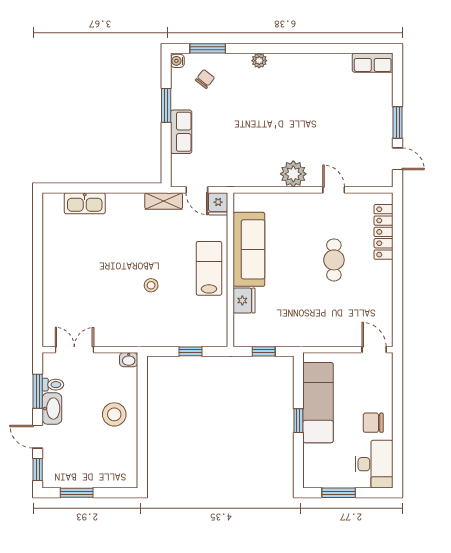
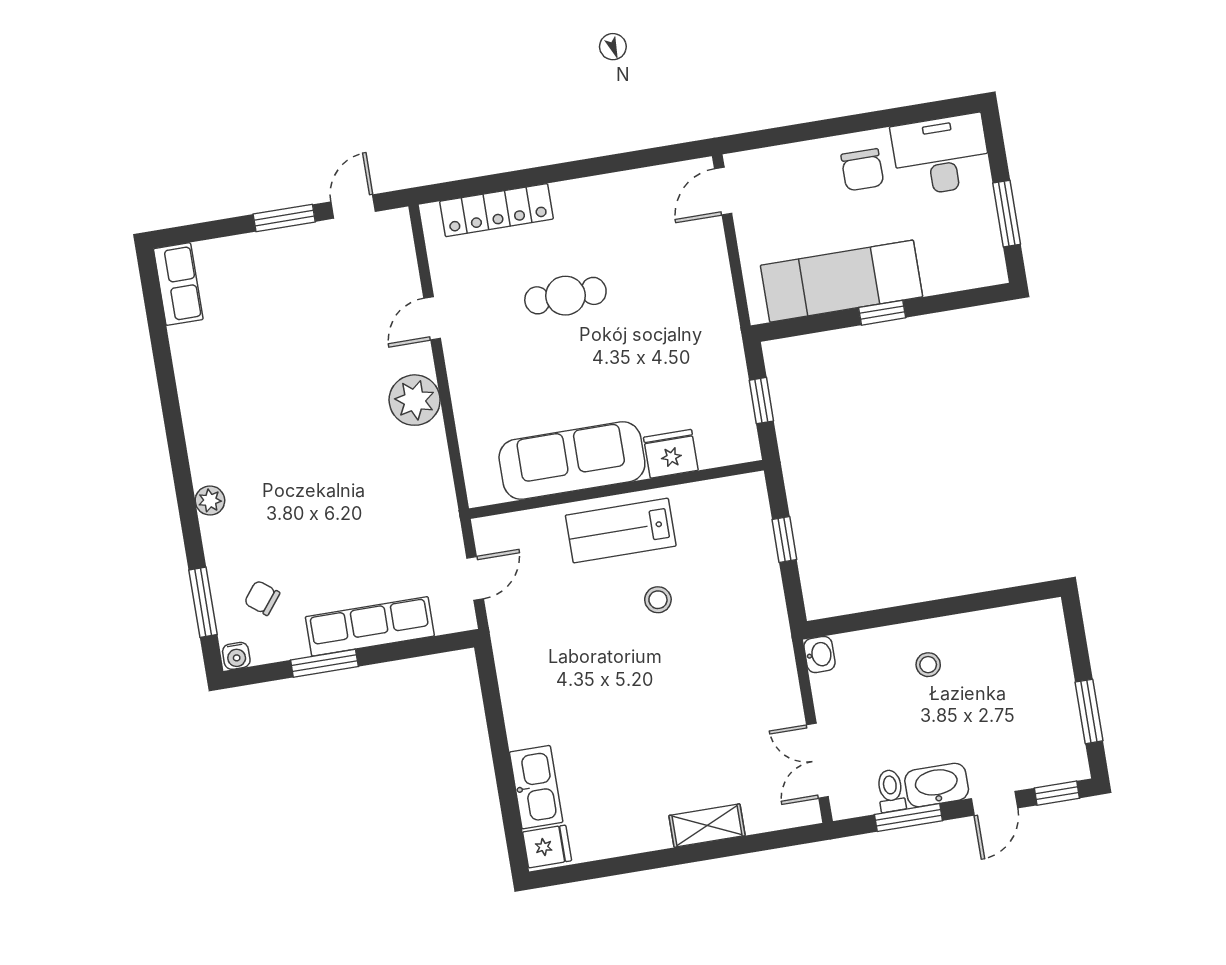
row of seats: (181, 132) -> (370, 626), width x1.48
shelving: (164, 201) -> (707, 826), moved, turned 90
fridge: (218, 204) -> (547, 846), moved
stool: (151, 285) -> (658, 600), moved
stool: (114, 414) -> (928, 665), width x0.53, depth x0.53

